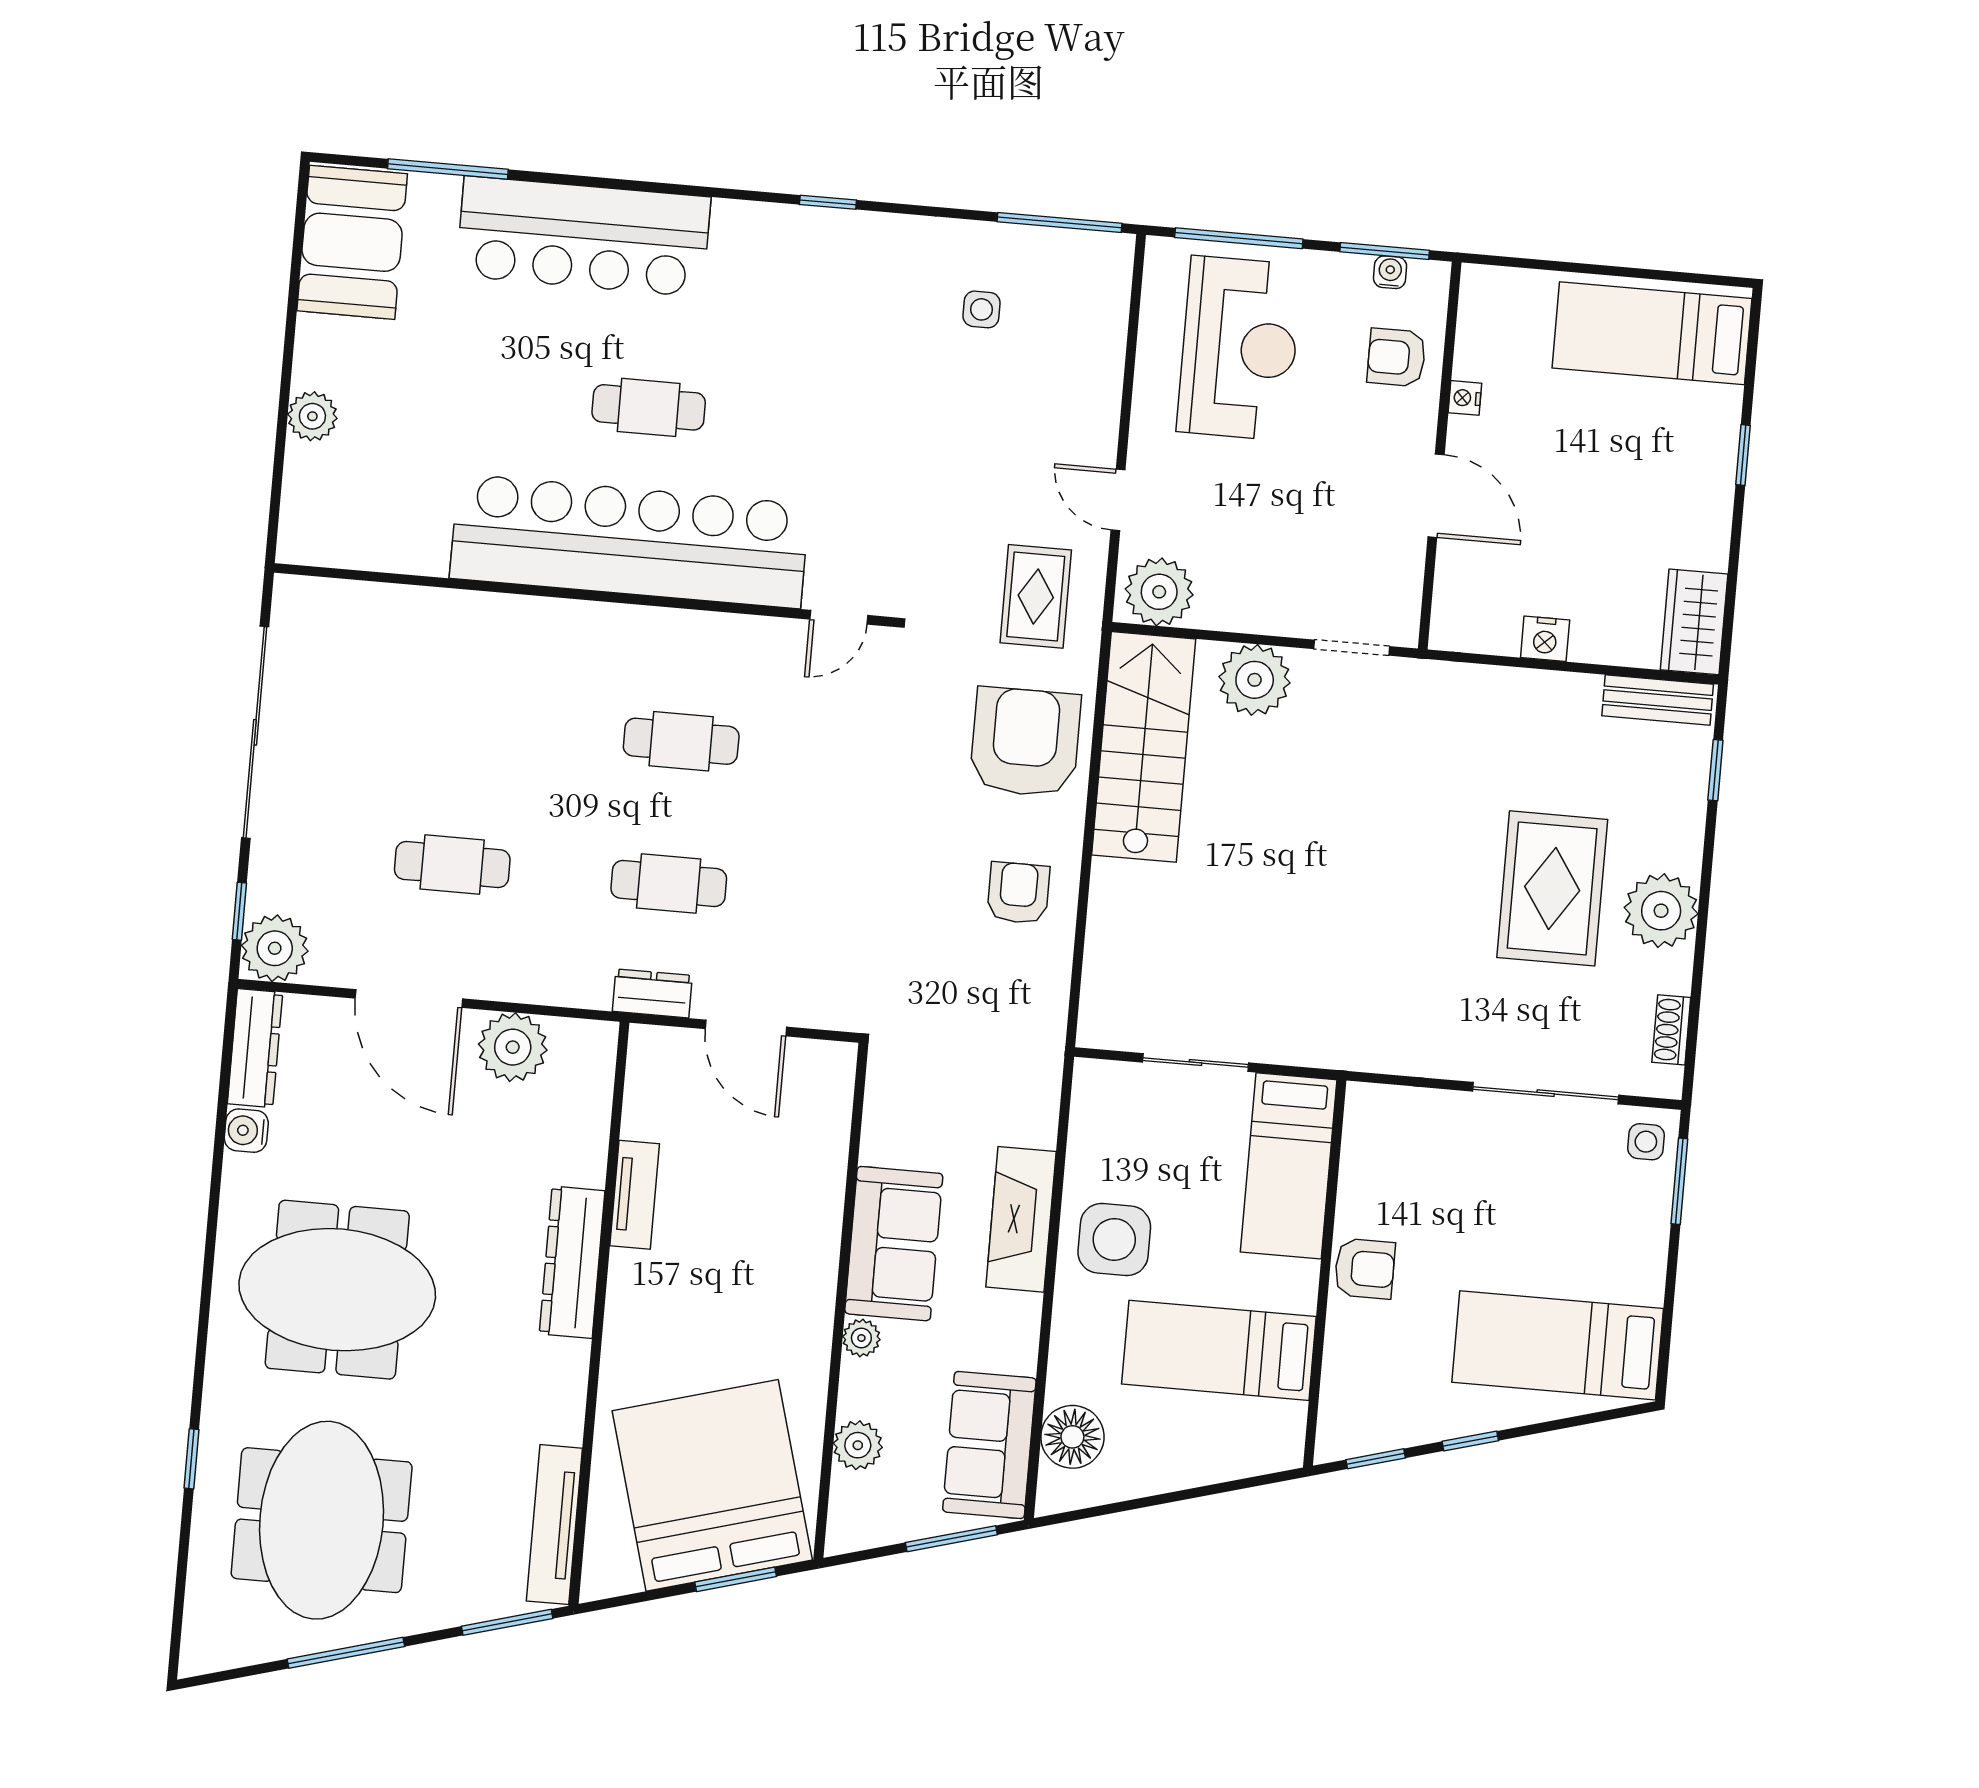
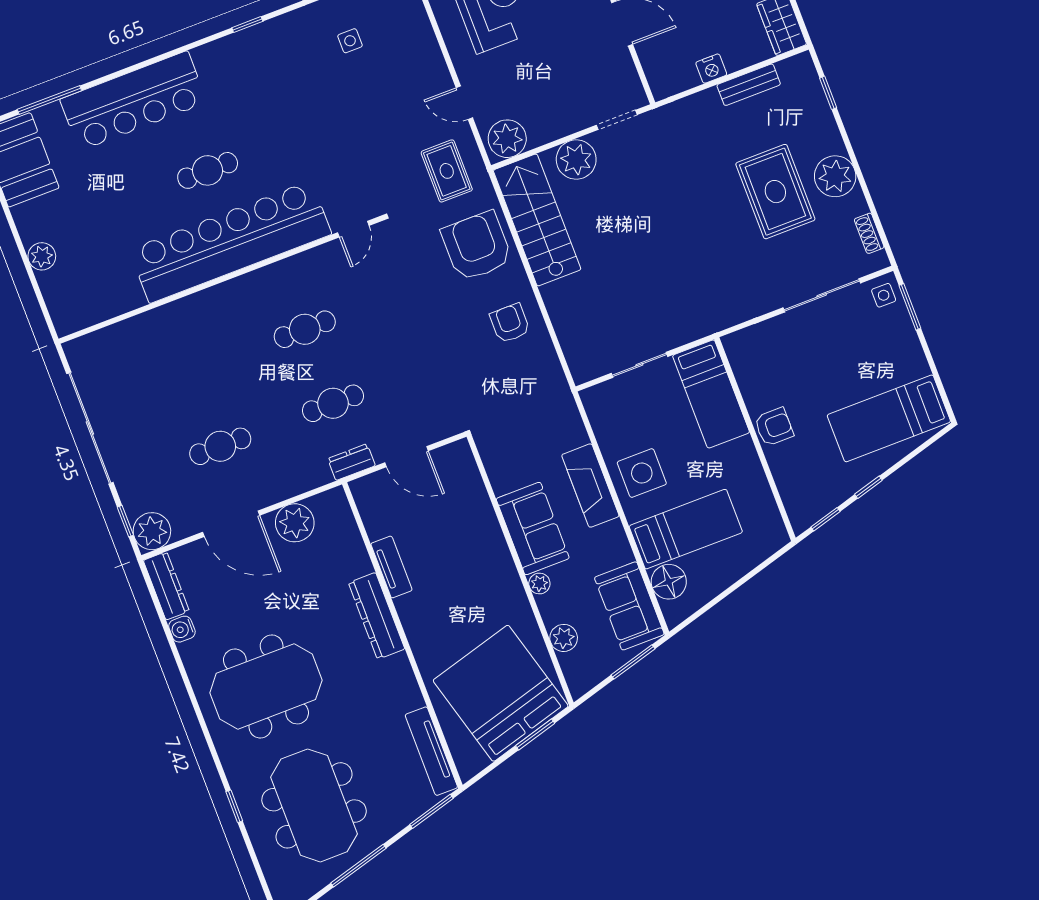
bench: (1658, 700) -> (749, 85), moved
bed: (1219, 1350) -> (686, 529), moved, turned 180

